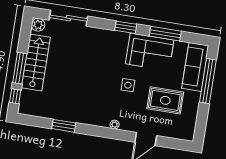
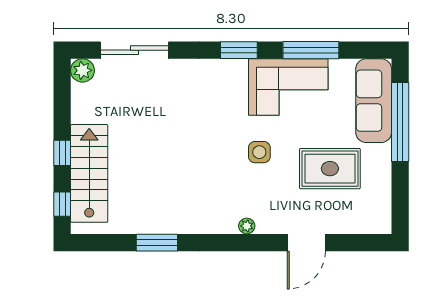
stairs: (36, 63) -> (89, 173), moved
window: (20, 68) -> (62, 153), width x0.46

